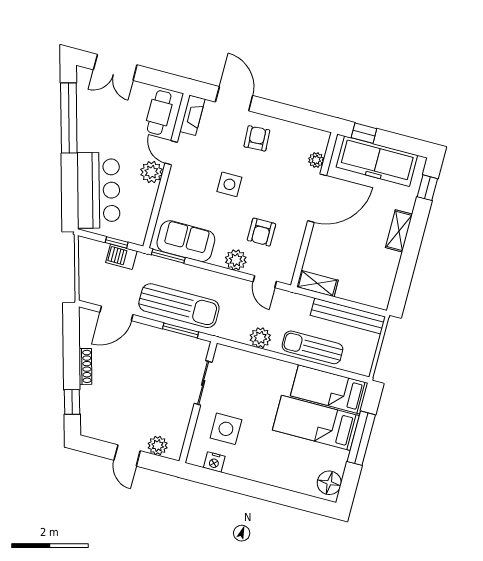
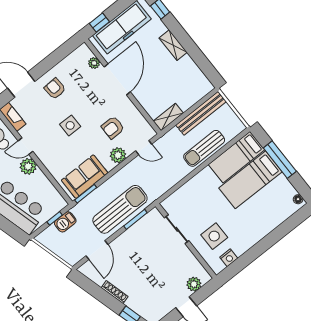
armchair: (261, 232) -> (113, 128), turned 90
plant: (260, 338) -> (175, 175), removed
floor lamp: (329, 483) -> (298, 199), width x0.53, depth x0.53

